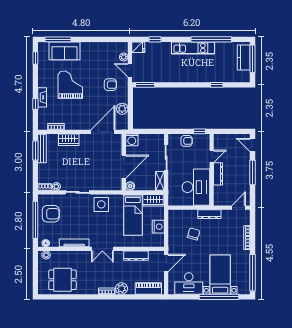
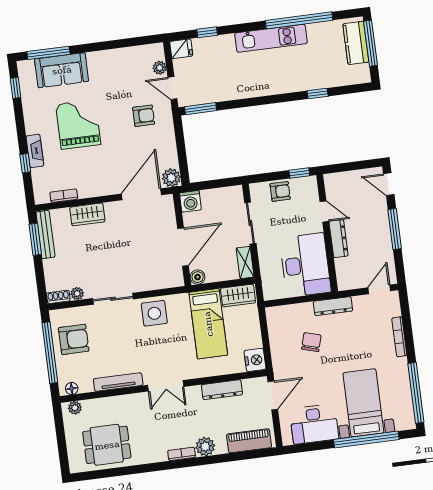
plant: (122, 109) -> (171, 178), moved
door: (212, 156) -> (324, 211), hinge flipped
nightstand: (158, 227) -> (255, 360), moved

